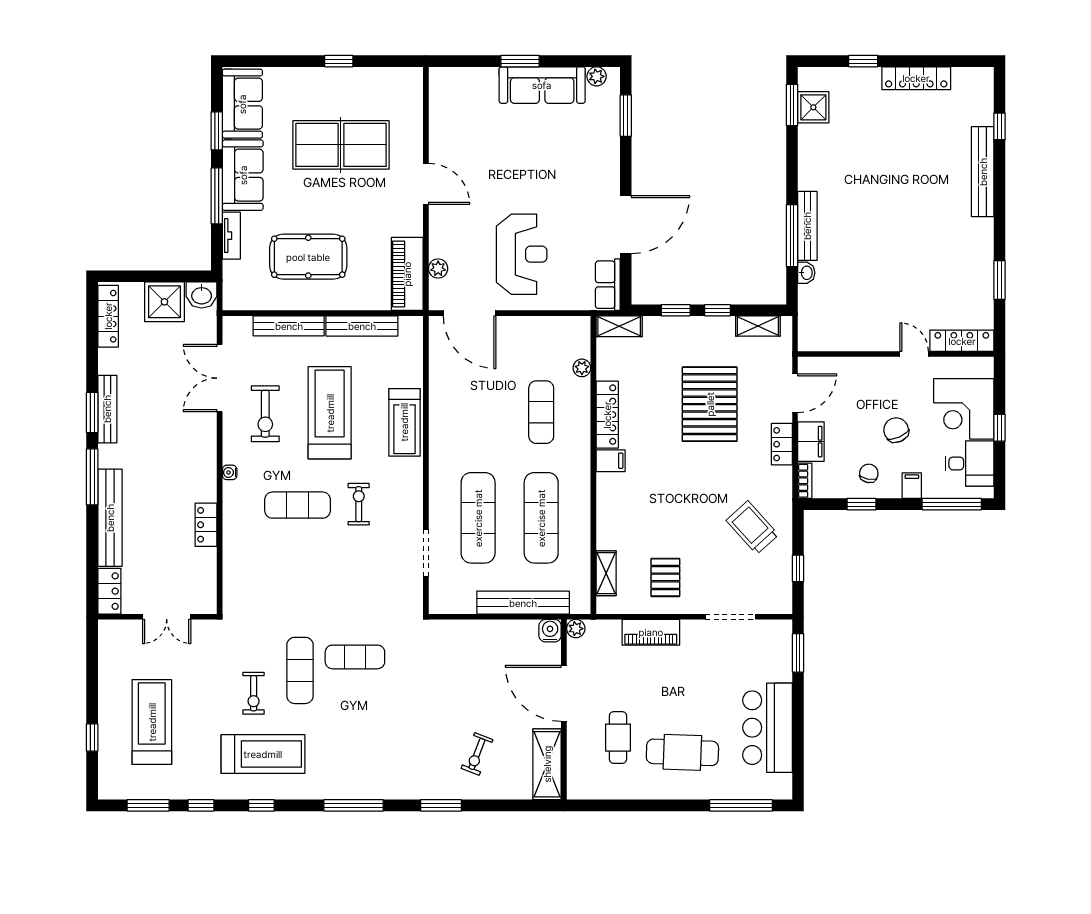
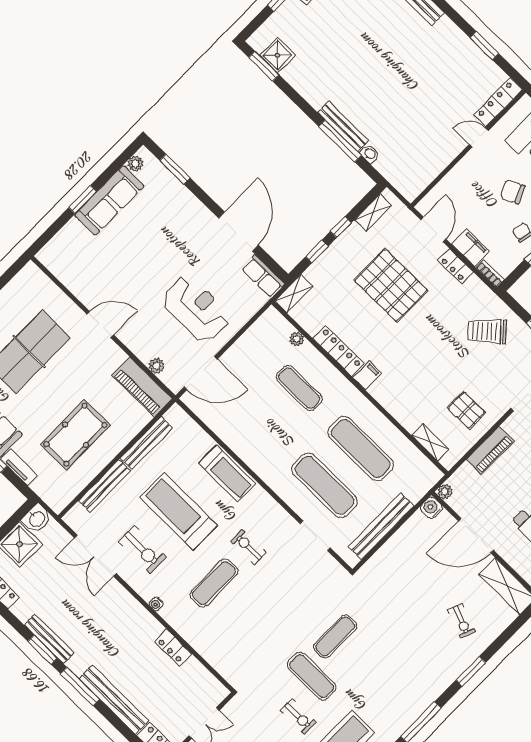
bench: (523, 603) -> (381, 526), moved

